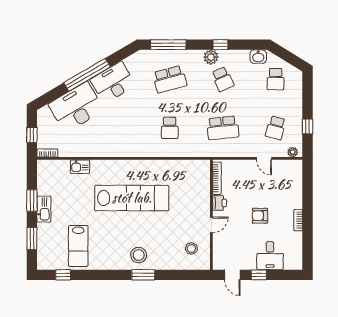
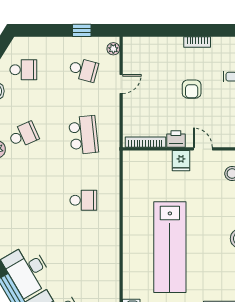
school desk: (170, 79) -> (23, 200), removed
lab bench: (132, 198) -> (170, 247), turned 180
fridge: (202, 207) -> (181, 161), added

